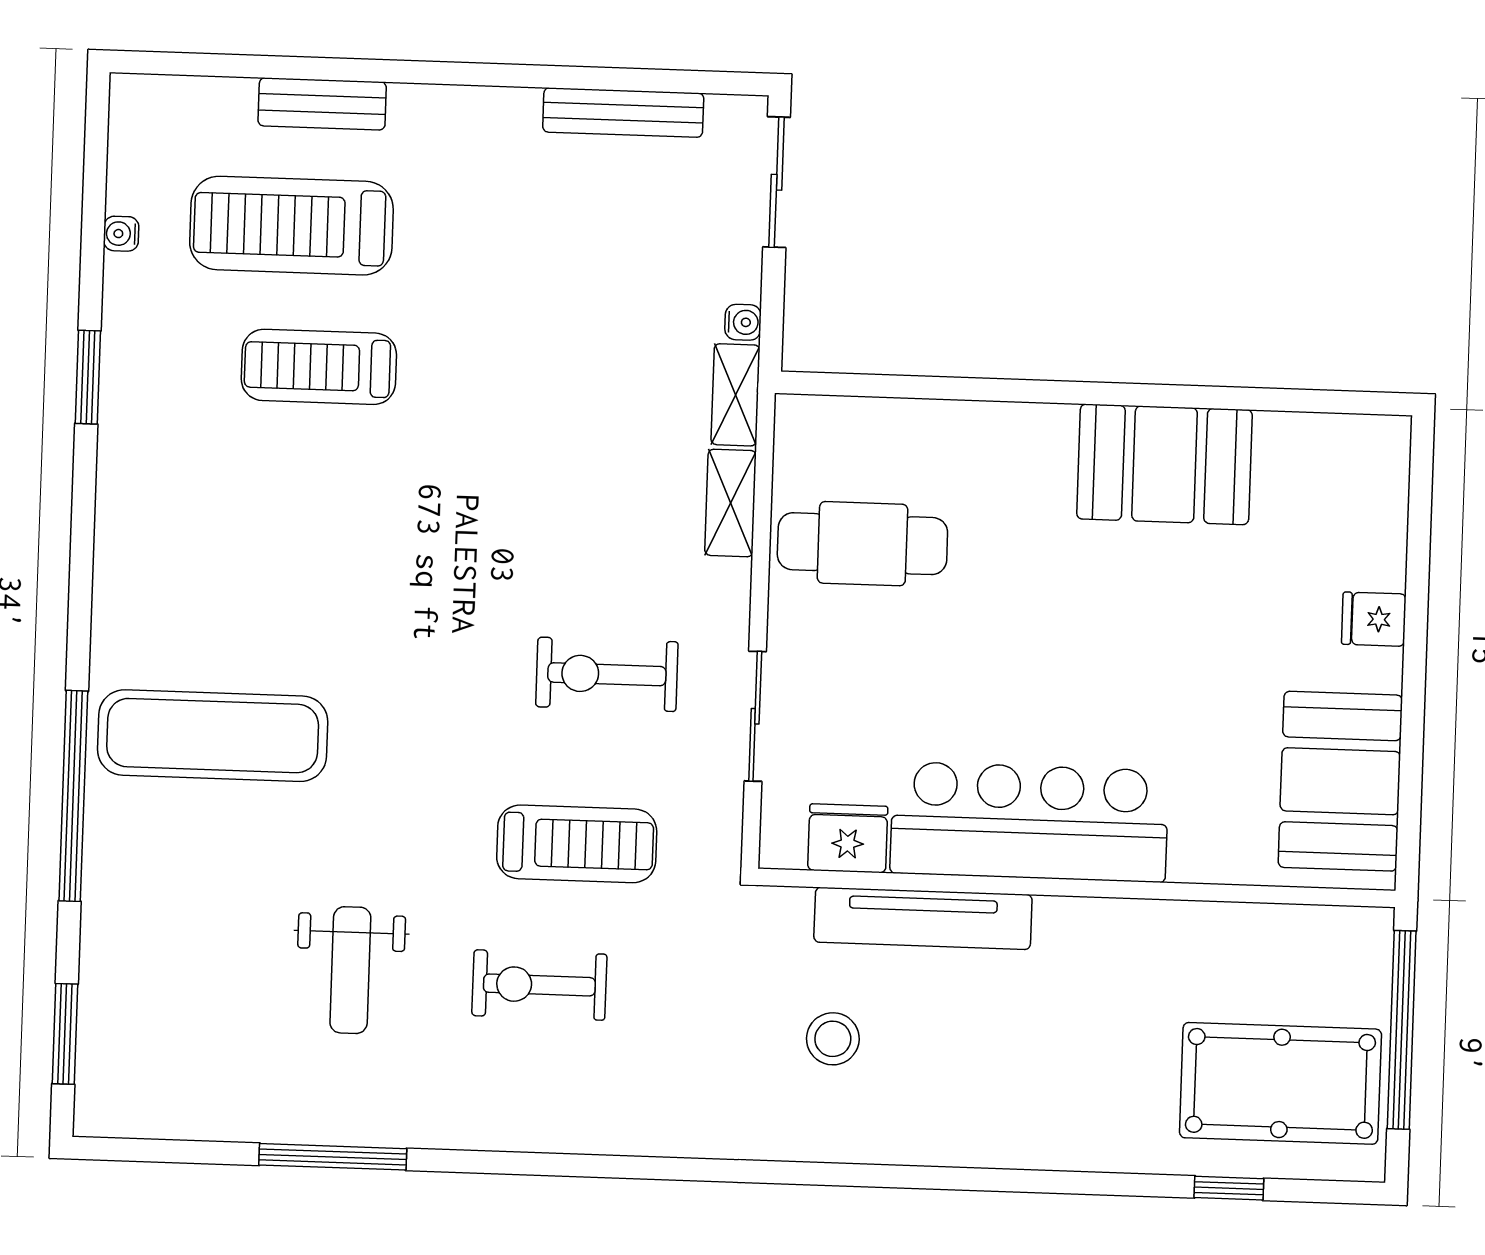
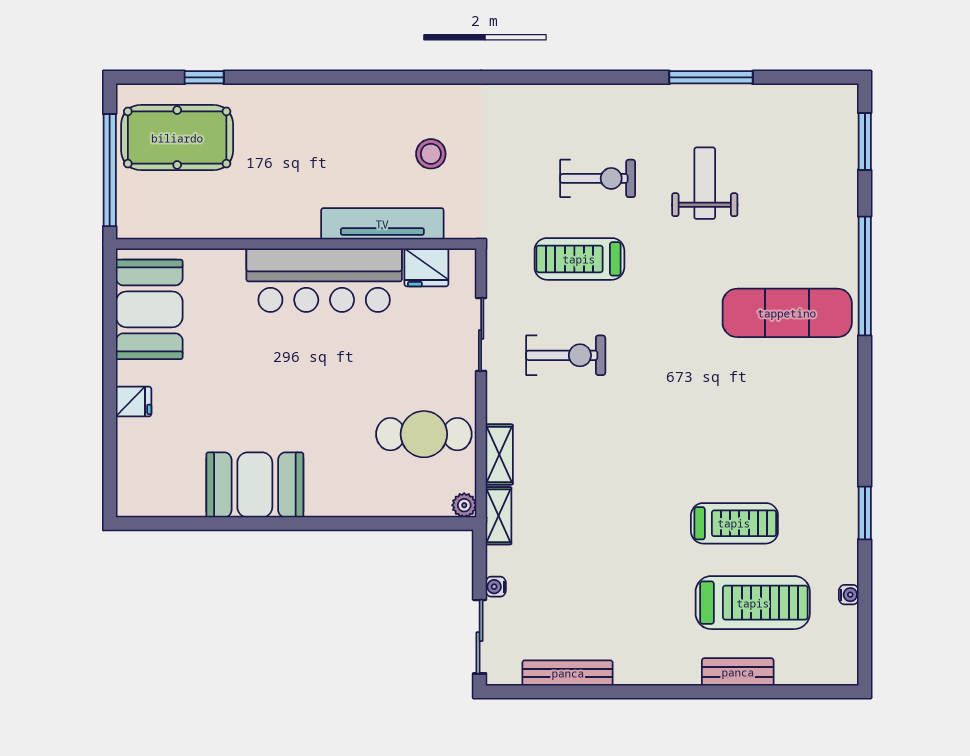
water cooler: (743, 322) -> (496, 587), moved
plant: (796, 416) -> (464, 505), added

